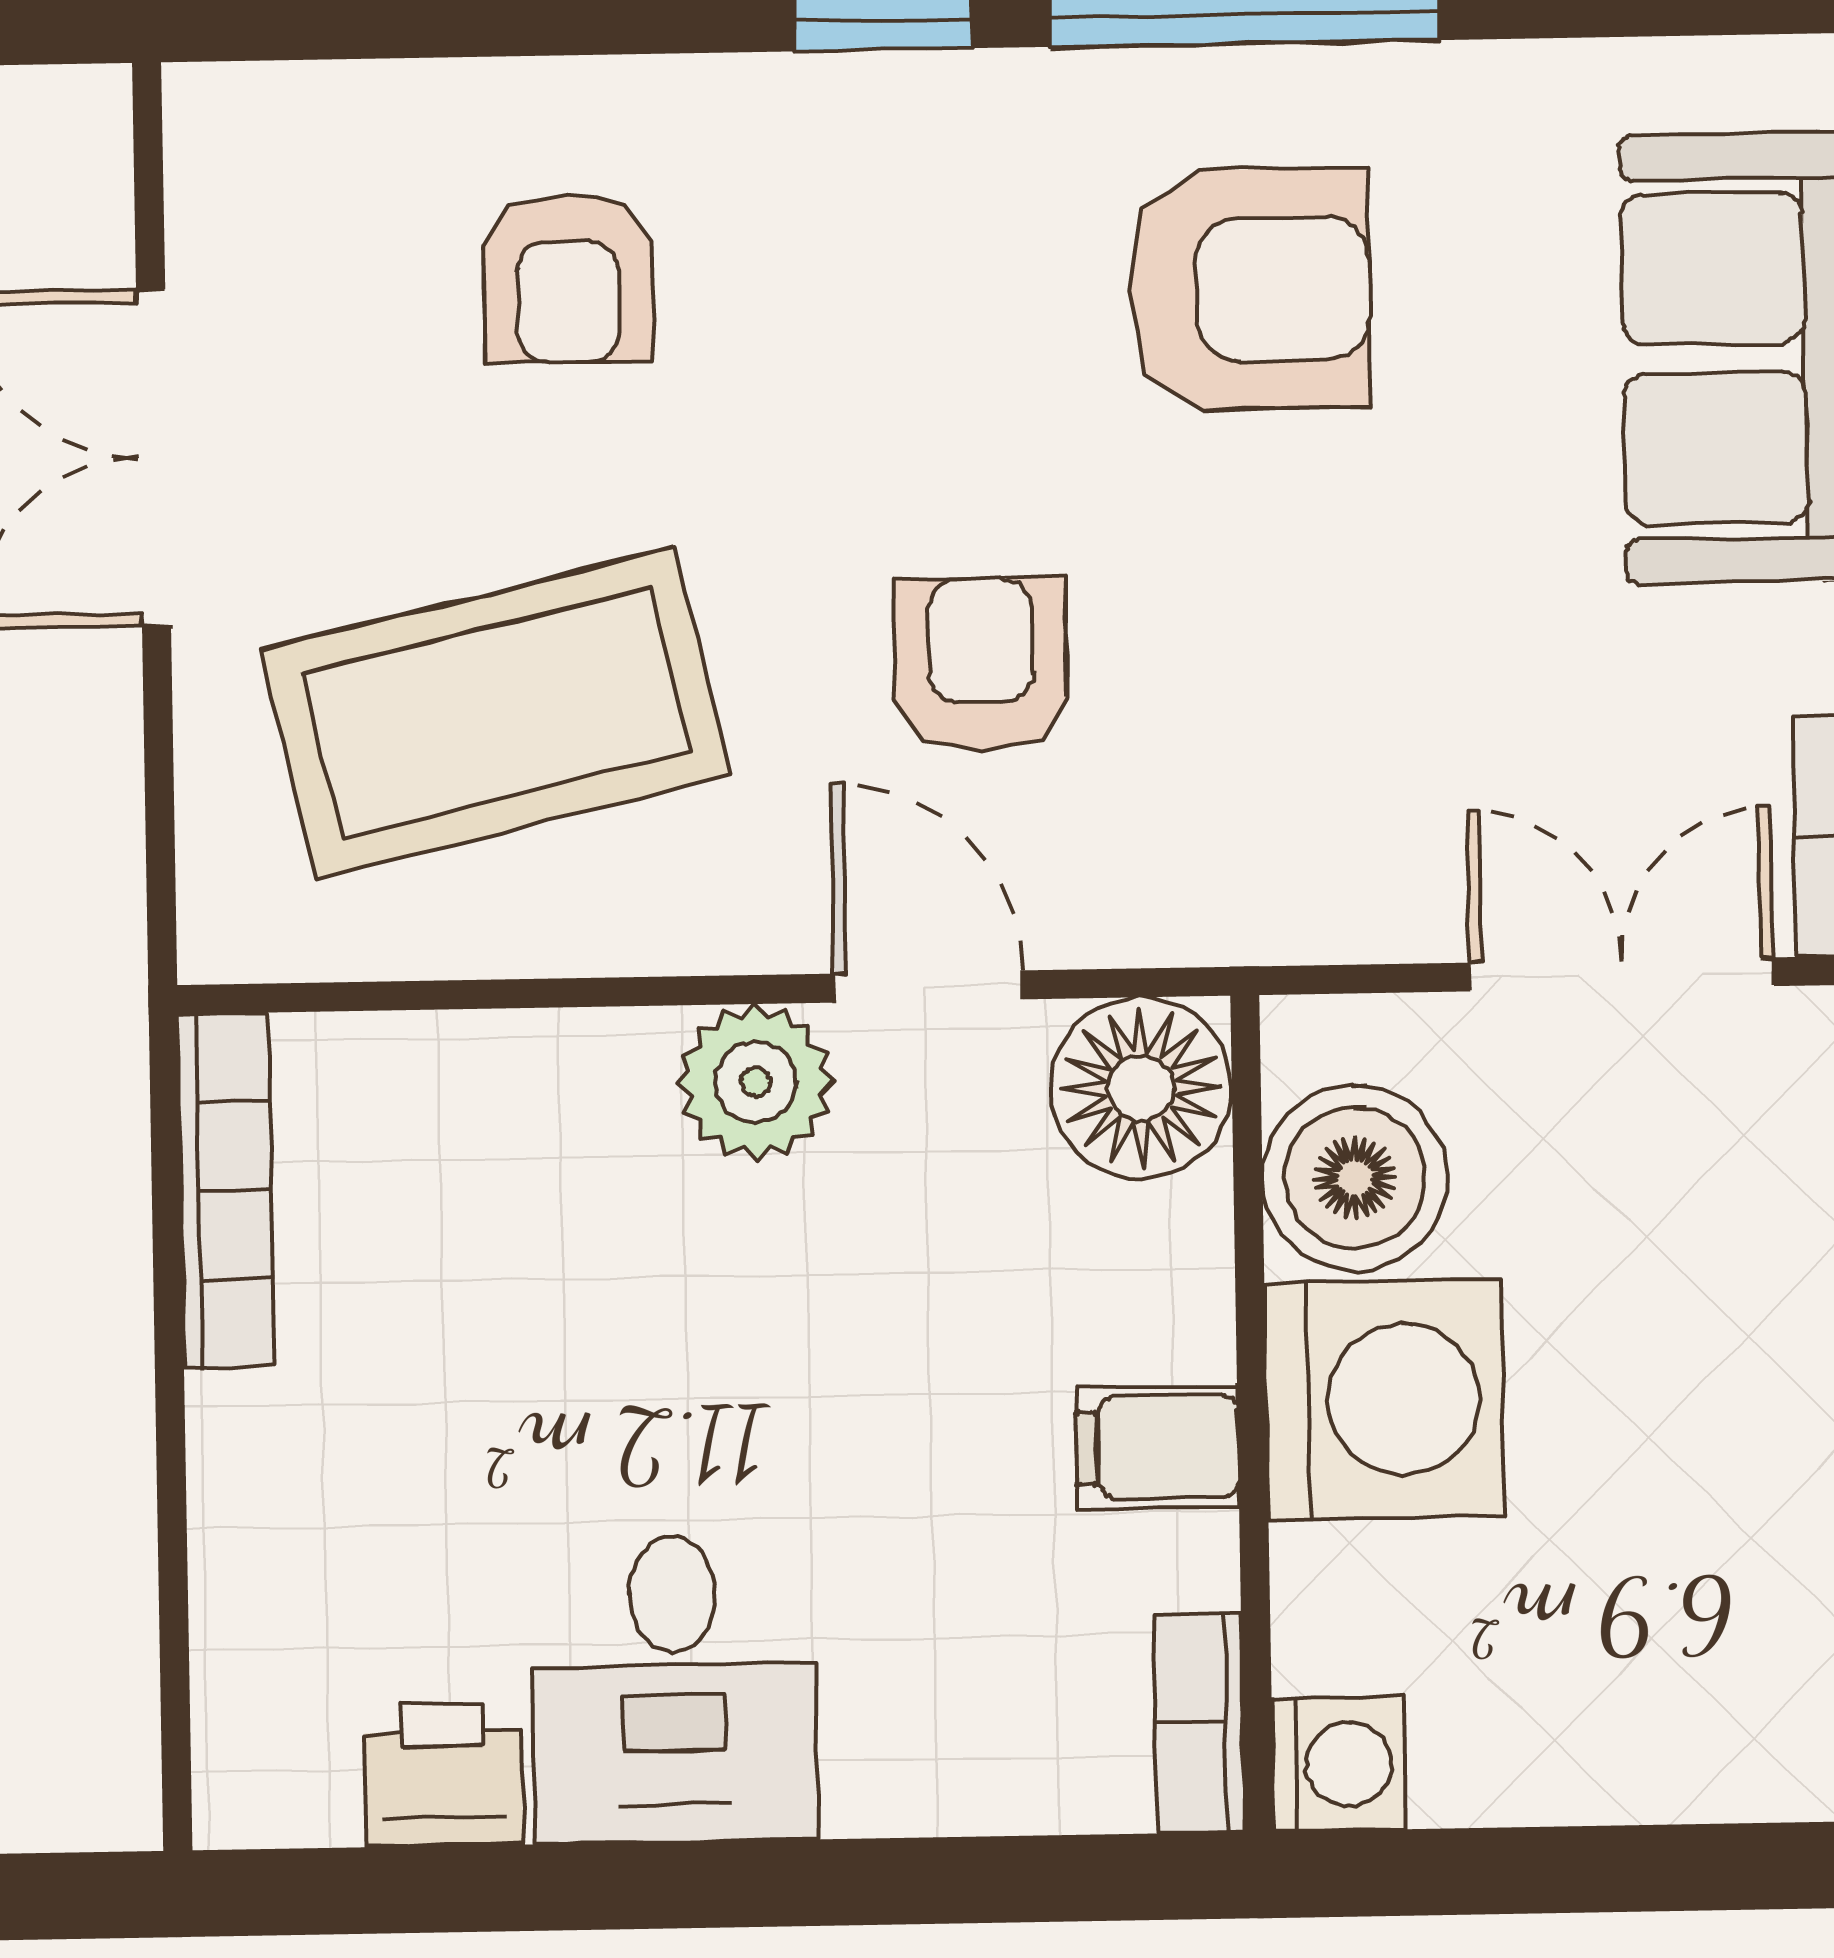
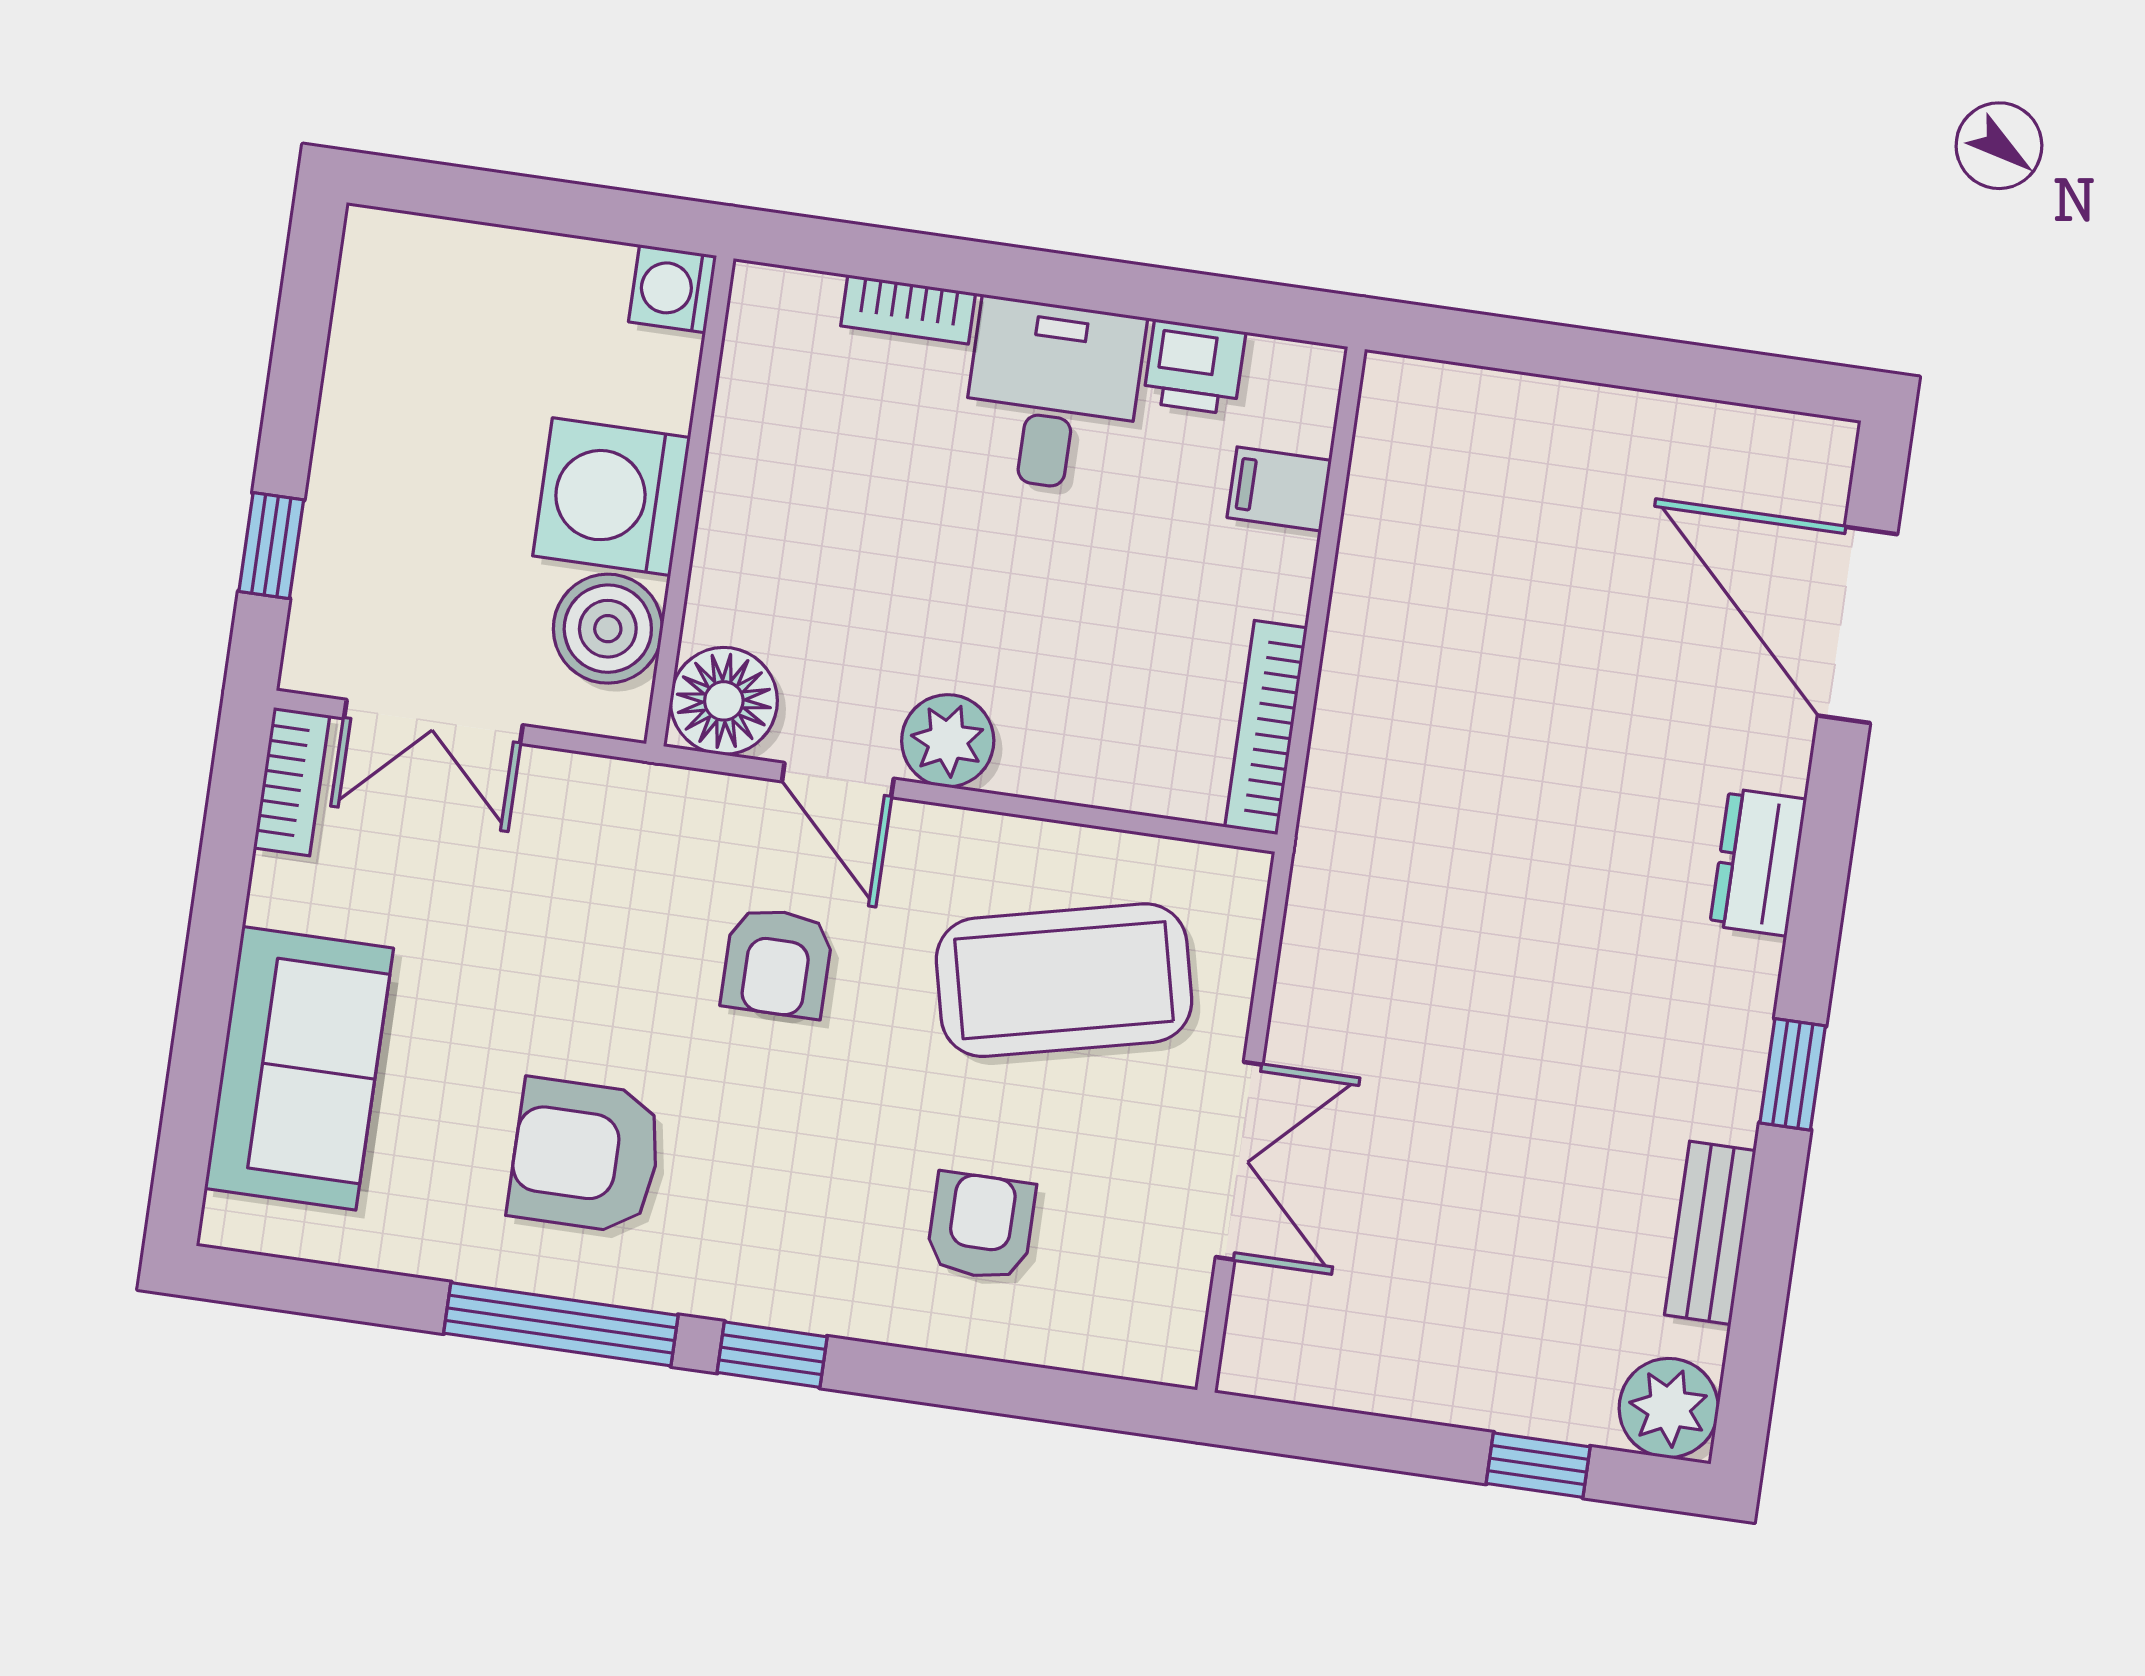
filing cabinet: (1157, 1447) -> (1279, 489), moved, turned 180
bookcase: (1199, 1723) -> (908, 309), moved, turned 90

